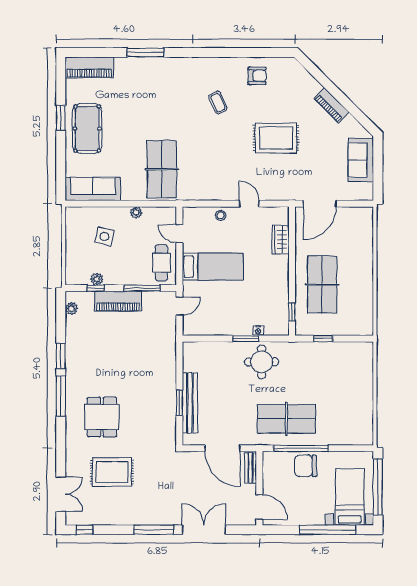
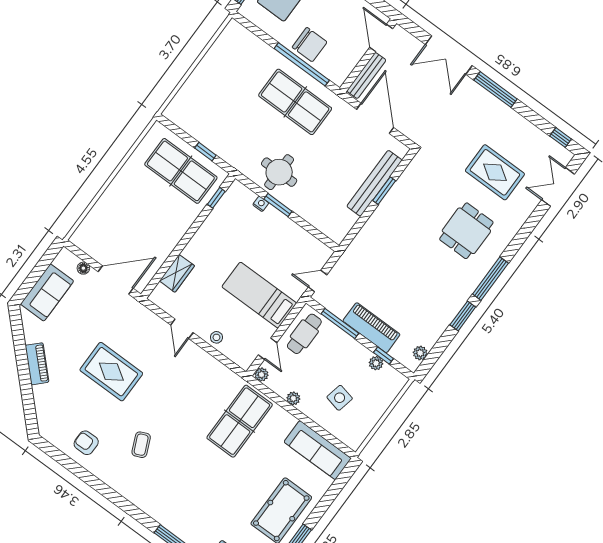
floor lamp: (348, 195) -> (83, 268), added
plant: (170, 213) -> (261, 375), added
table tennis table: (322, 285) -> (181, 171), moved, turned 90
bench: (251, 468) -> (366, 75), width x1.36

